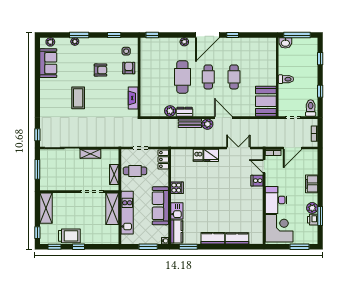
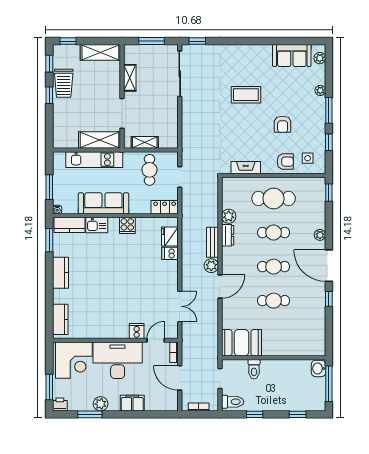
window: (79, 35) -> (329, 110), moved
cafe table: (157, 77) -> (274, 199), added
cafe table: (182, 77) -> (274, 233), width x0.73, depth x0.74
toilet: (286, 79) -> (254, 369), moved
shelving: (90, 154) -> (130, 78), moved
fridge: (211, 155) -> (170, 236), moved
desk: (276, 200) -> (118, 360), width x1.36, depth x1.30
printer: (313, 220) -> (60, 404), moved
kitchen counter: (237, 238) -> (60, 319), moved

